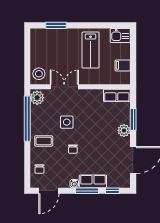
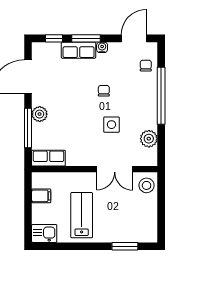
plant: (37, 98) -> (149, 139), moved
window: (27, 119) -> (161, 96), moved
window: (133, 119) -> (28, 128), width x1.44
coffee table: (44, 141) -> (140, 101), removed

